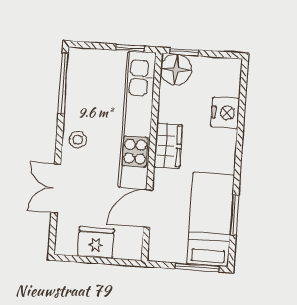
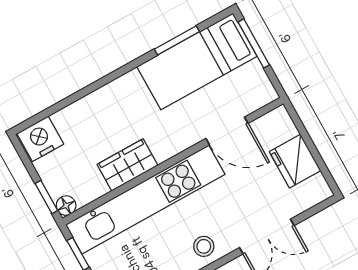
floor lamp: (176, 70) -> (66, 206), width x0.53, depth x0.53
nightstand: (225, 113) -> (40, 139), moved
wardrobe: (168, 146) -> (128, 165), moved

